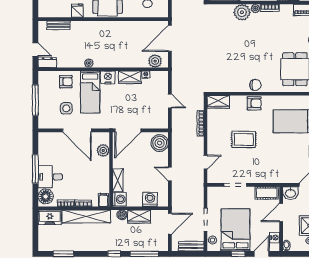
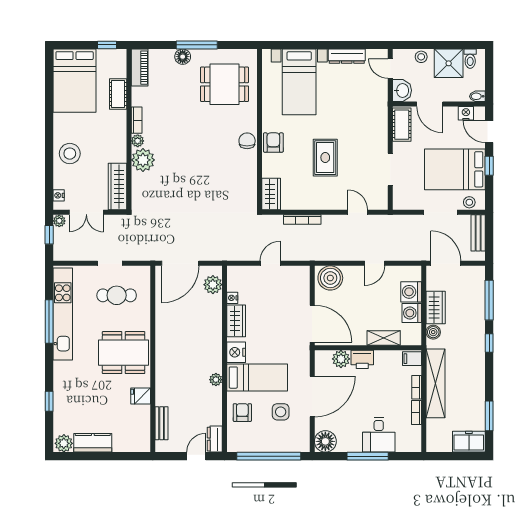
door: (170, 38) -> (180, 263), hinge flipped
window: (35, 100) -> (269, 456), width x1.46
printer: (103, 165) -> (362, 359), added
floor lamp: (46, 196) -> (325, 441), moved
washing machine: (119, 199) -> (412, 313), moved, turned -90
freezer: (50, 217) -> (469, 442), moved, turned -90

